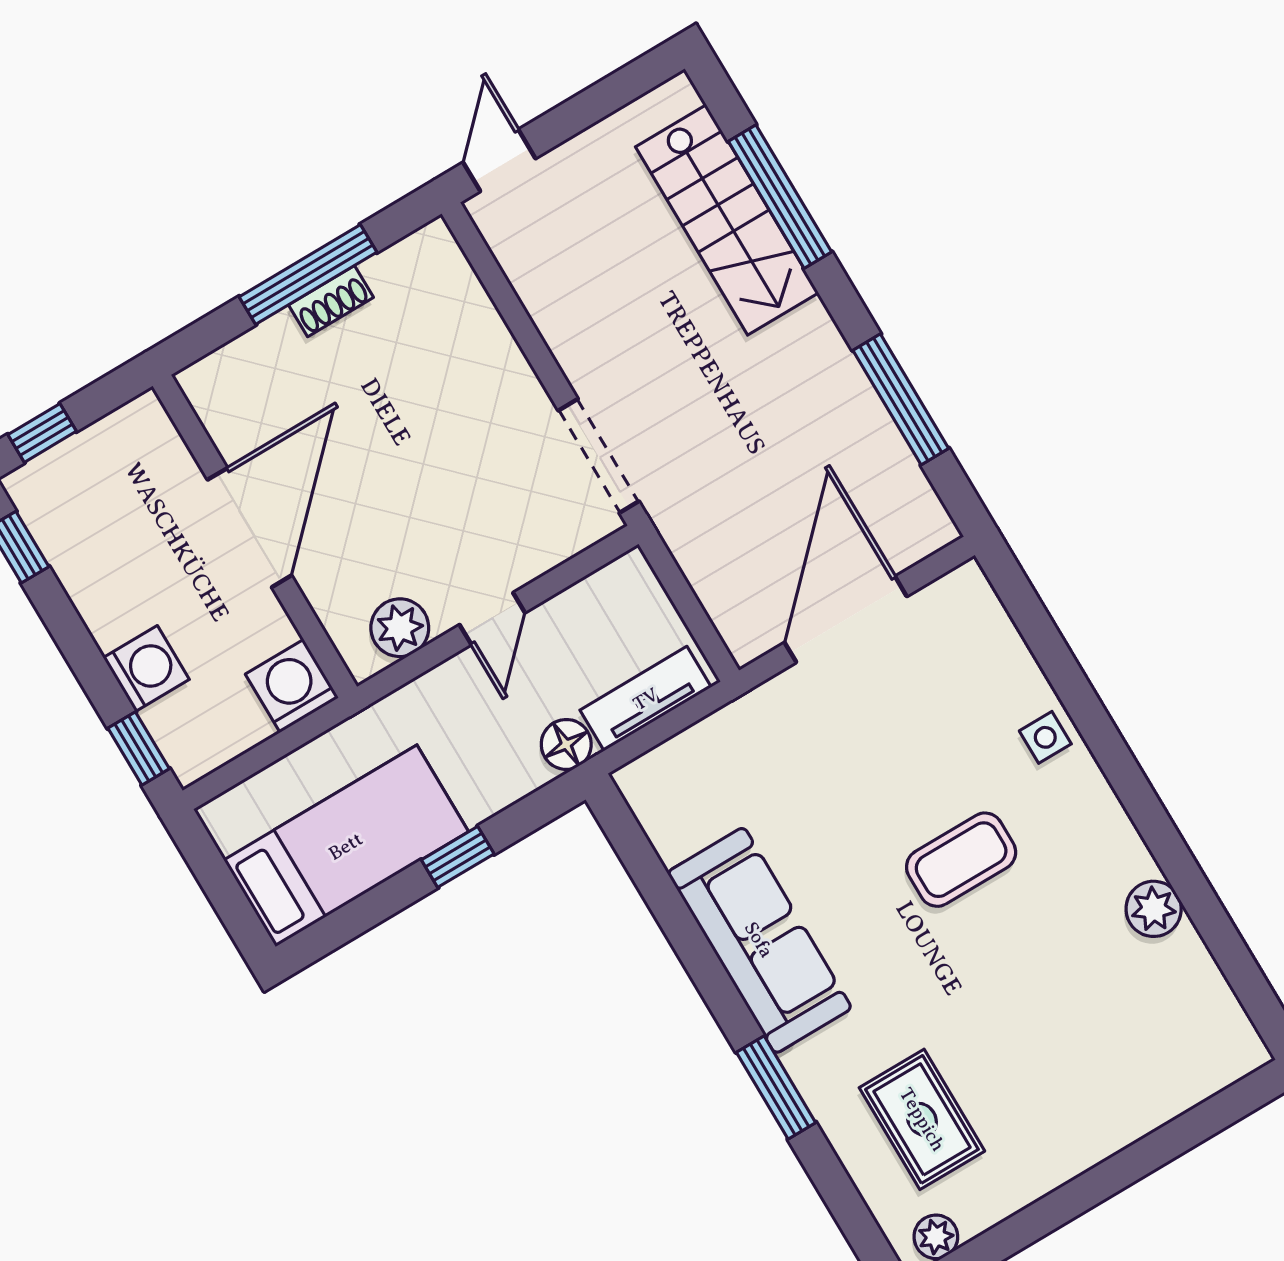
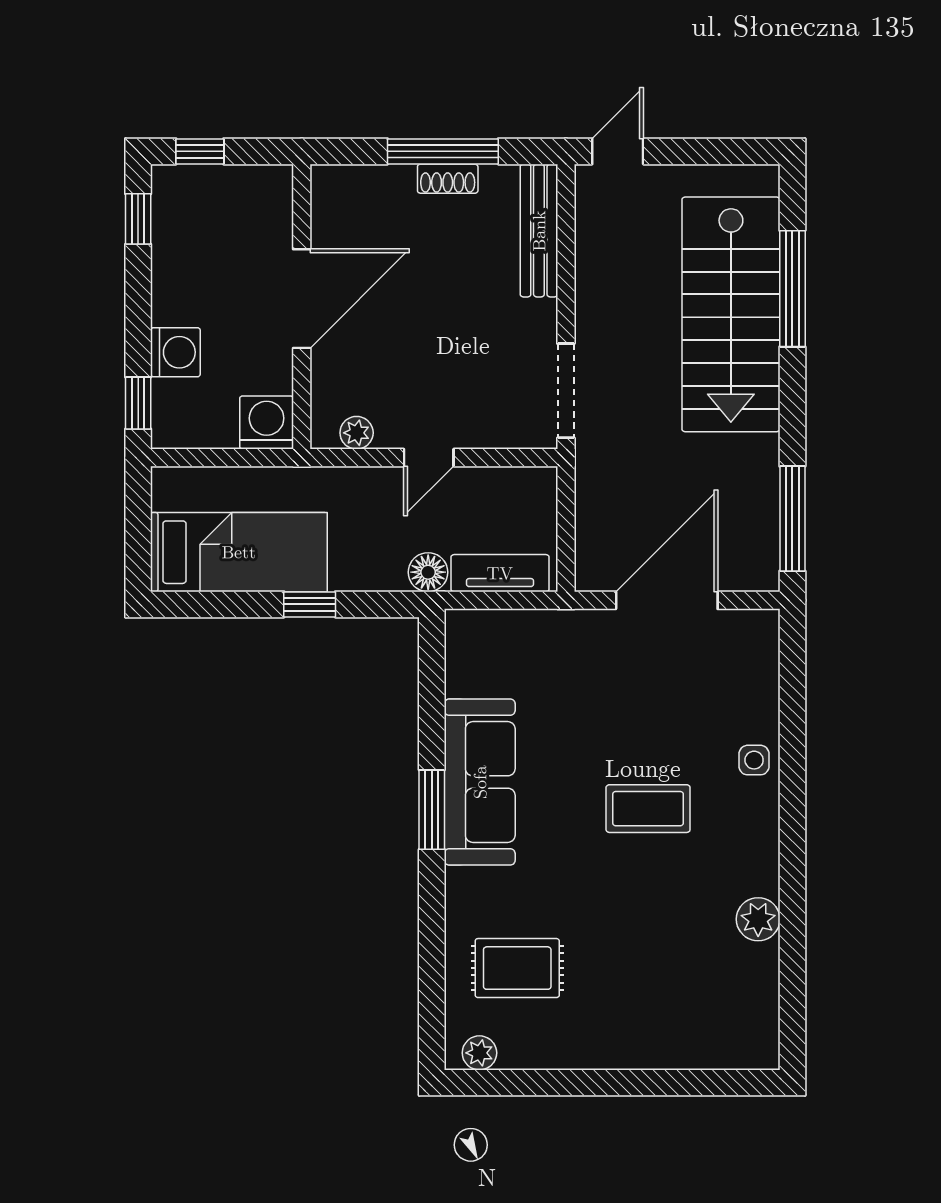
stairs: (727, 220) -> (731, 314), width x1.36, depth x1.51
bench: (465, 298) -> (539, 231), added
window: (901, 399) -> (792, 519), moved
plant: (400, 628) -> (357, 433), width x0.73, depth x0.73
window: (776, 1087) -> (432, 810), moved
rug: (922, 1119) -> (517, 968), turned 90

